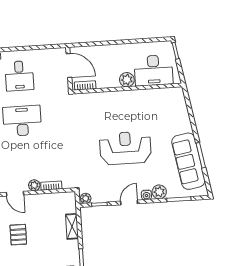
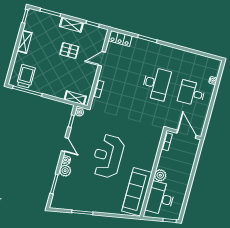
door: (69, 65) -> (187, 134), swing flipped
reception desk: (125, 148) -> (108, 156), turned 180
sofa: (188, 161) -> (137, 192), moved, turned -80
plant: (34, 185) -> (103, 76), removed
shelving: (72, 226) -> (75, 98), moved

